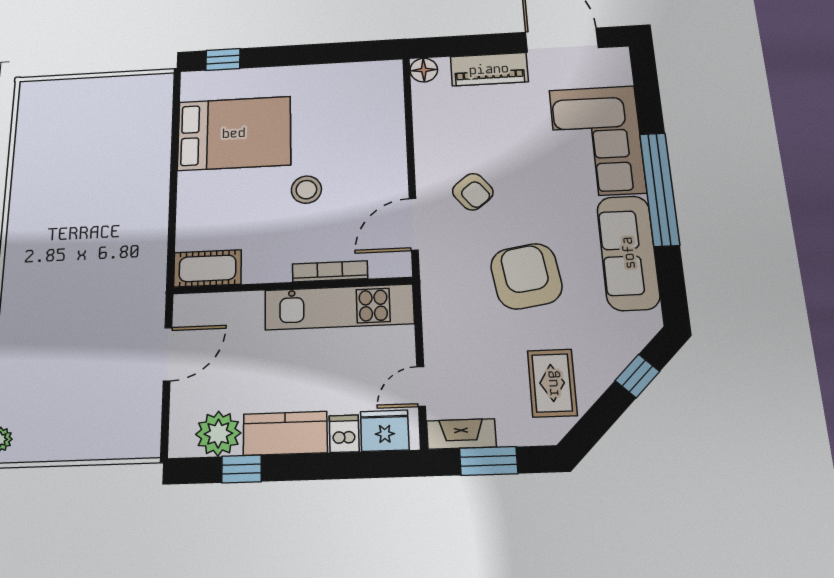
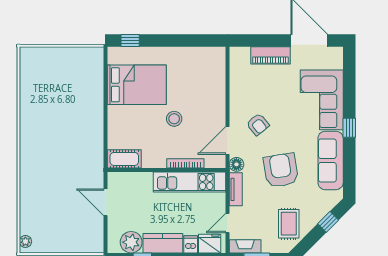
floor lamp: (424, 70) -> (236, 164), moved
window: (659, 189) -> (349, 128), width x0.32
tv unit: (435, 317) -> (236, 189), added
door: (168, 354) -> (106, 202), swing flipped

